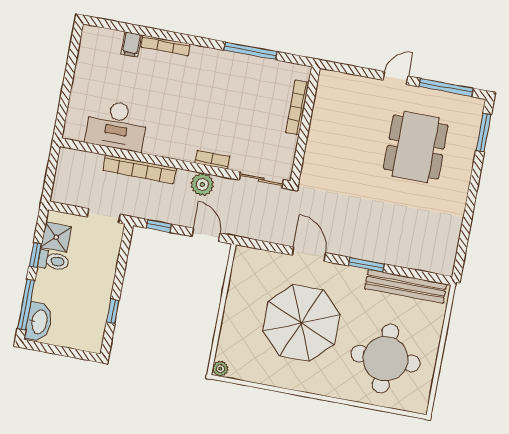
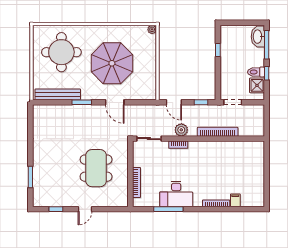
window: (446, 88) -> (56, 209), width x0.46
desk: (117, 125) -> (176, 194), moved, turned 180
window: (484, 132) -> (30, 177), moved
dining table: (416, 147) -> (96, 168), moved

